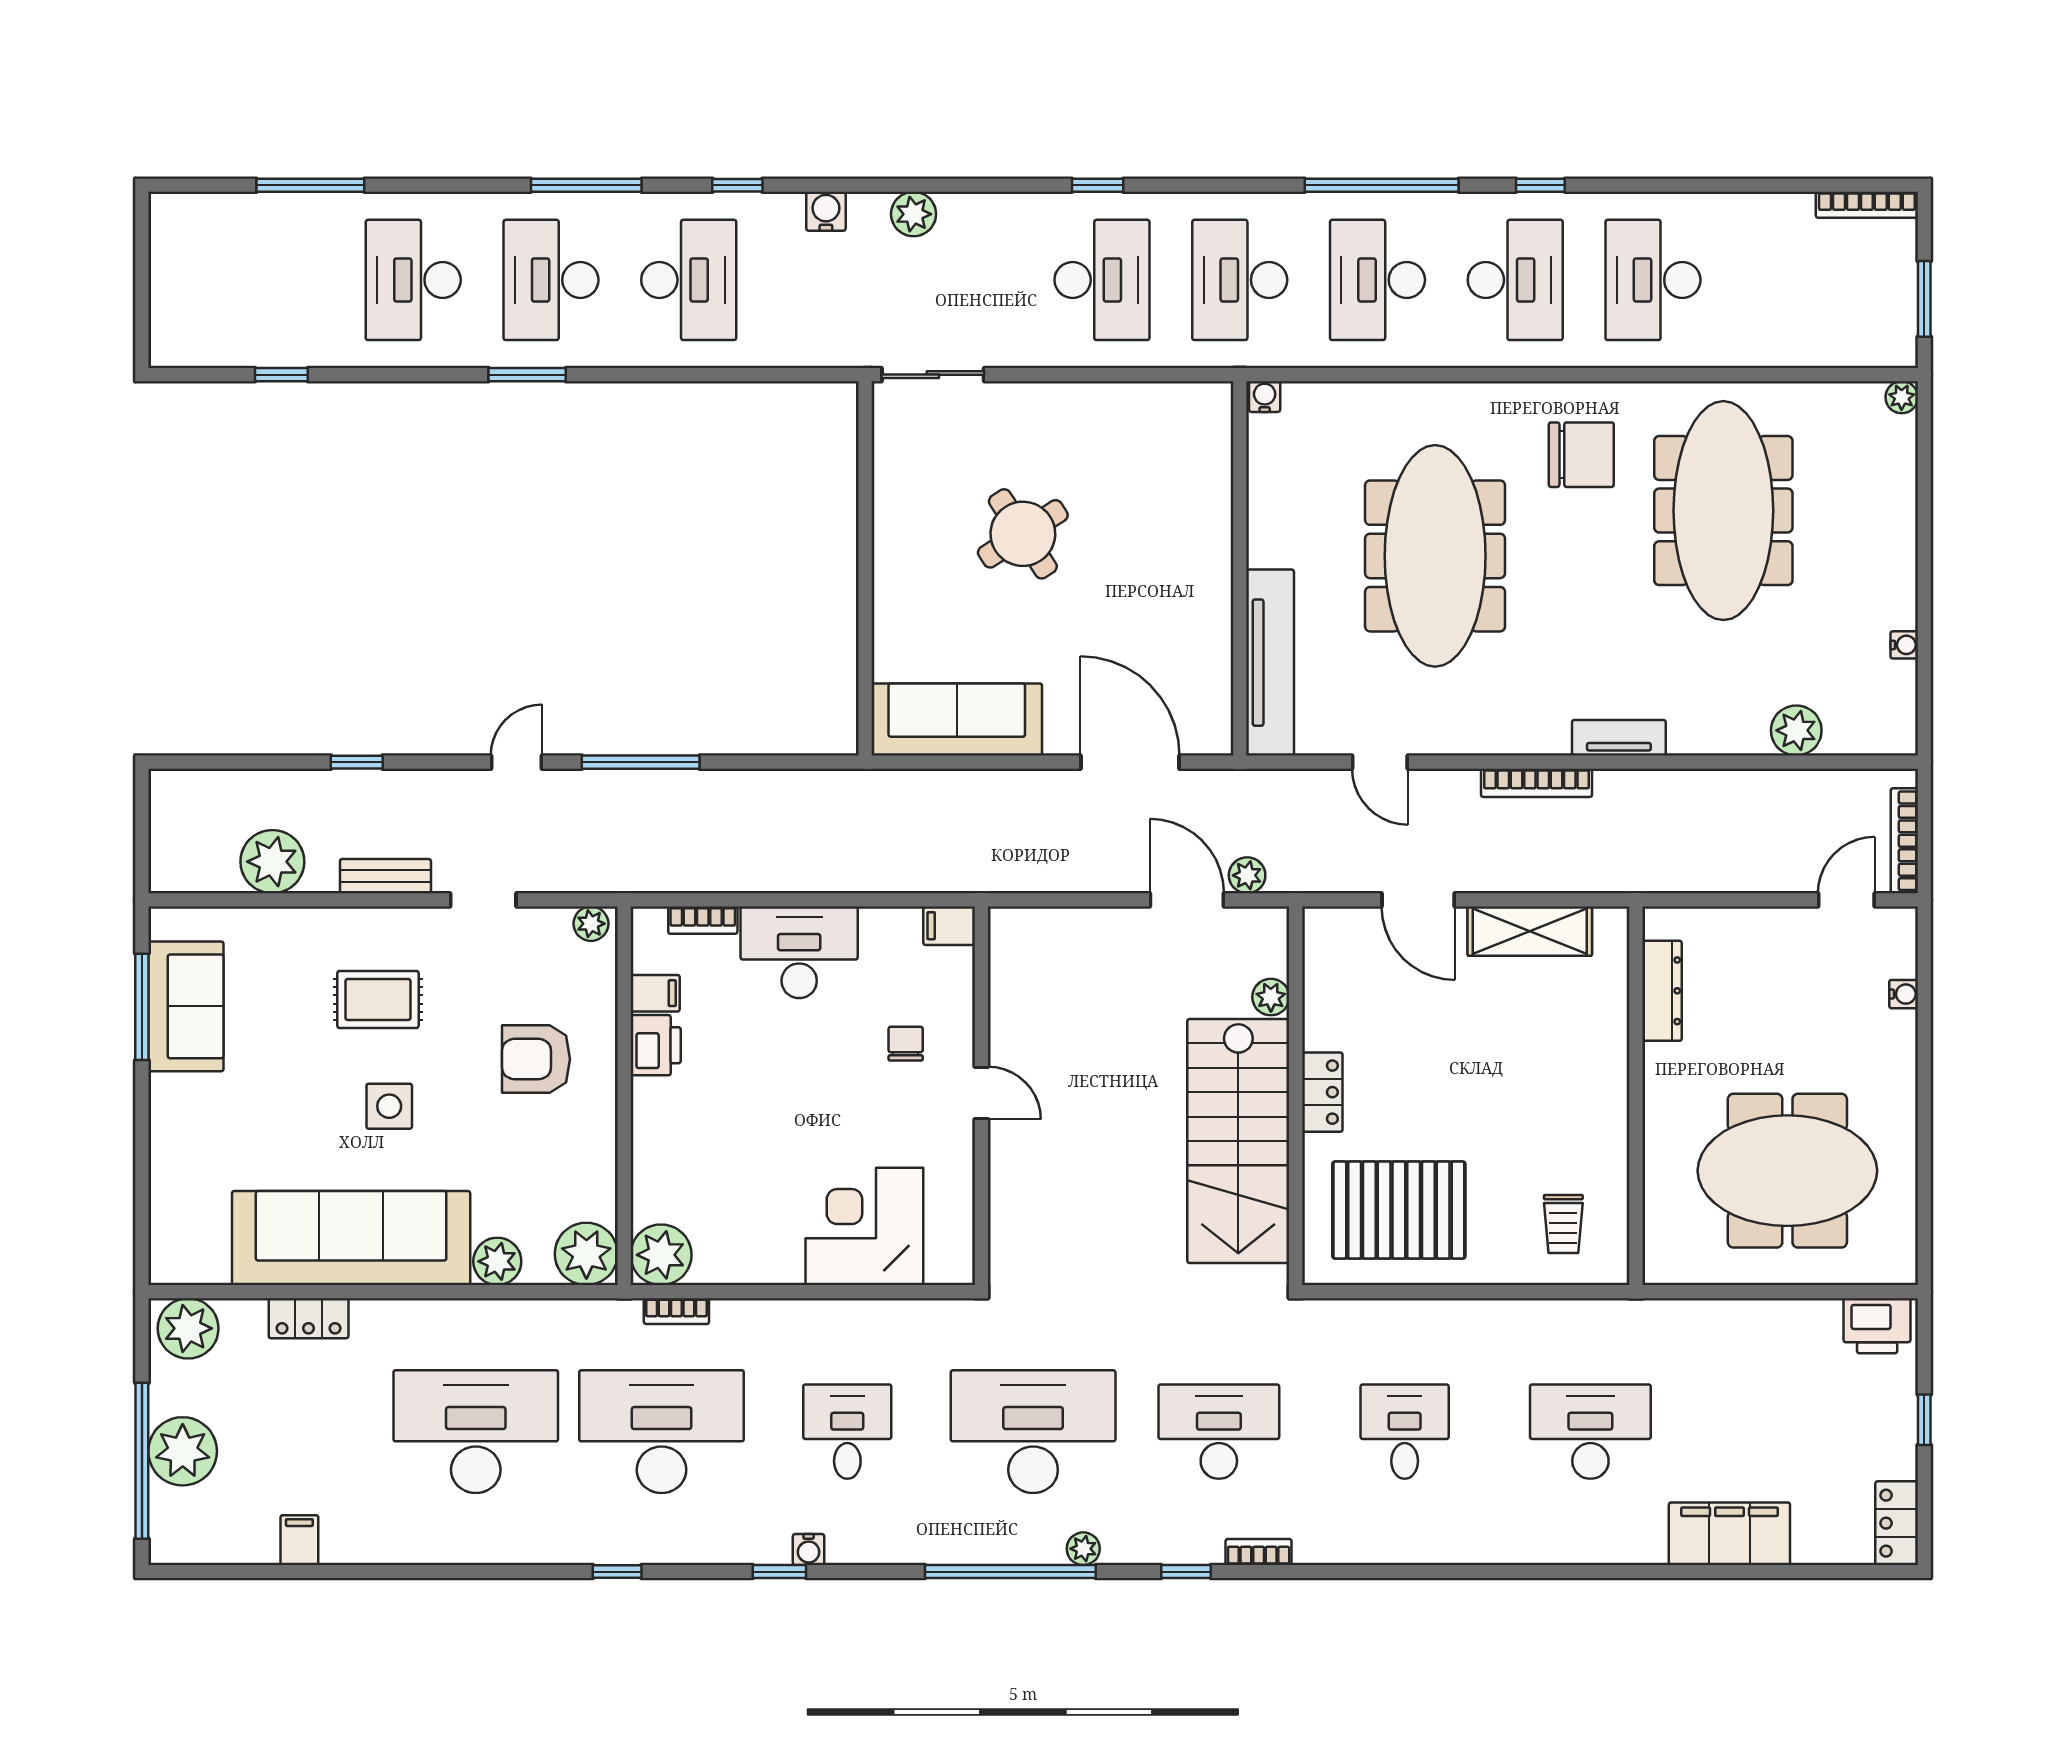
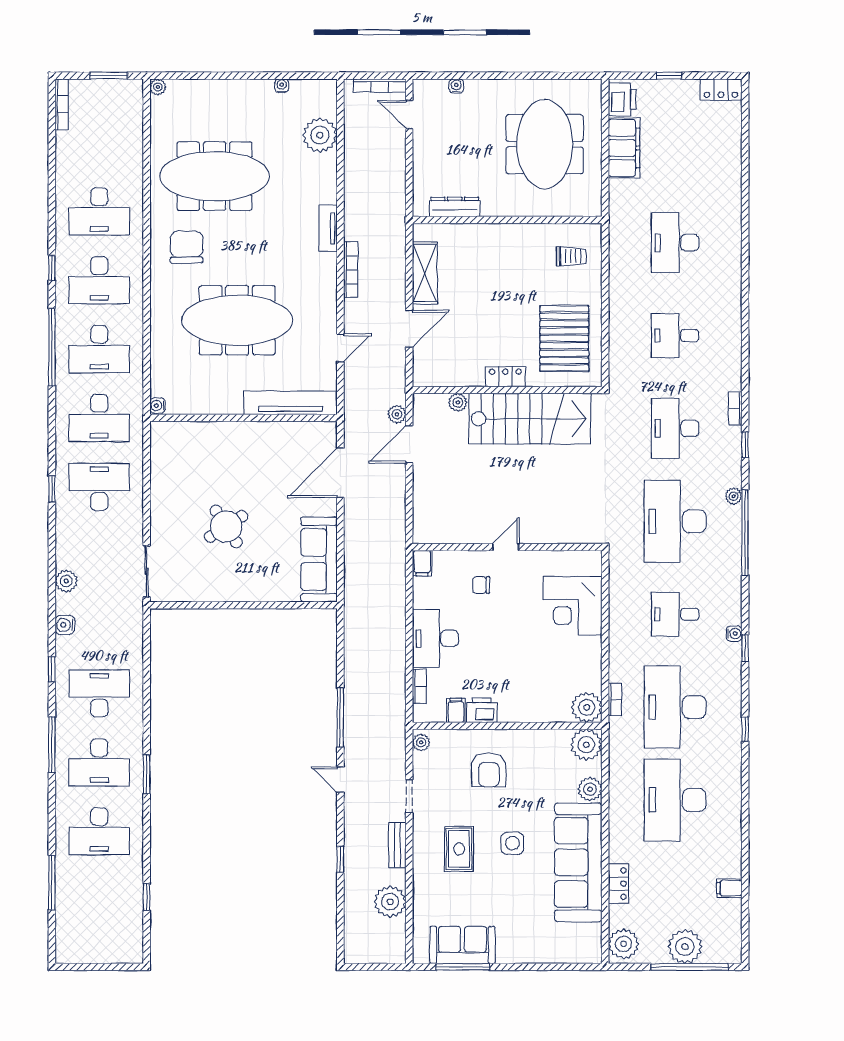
desk: (1515, 280) -> (99, 280), turned 180
plant: (1796, 730) -> (320, 135), width x1.36, depth x1.36
filing cabinet: (1729, 1534) -> (624, 148), moved, turned 180

